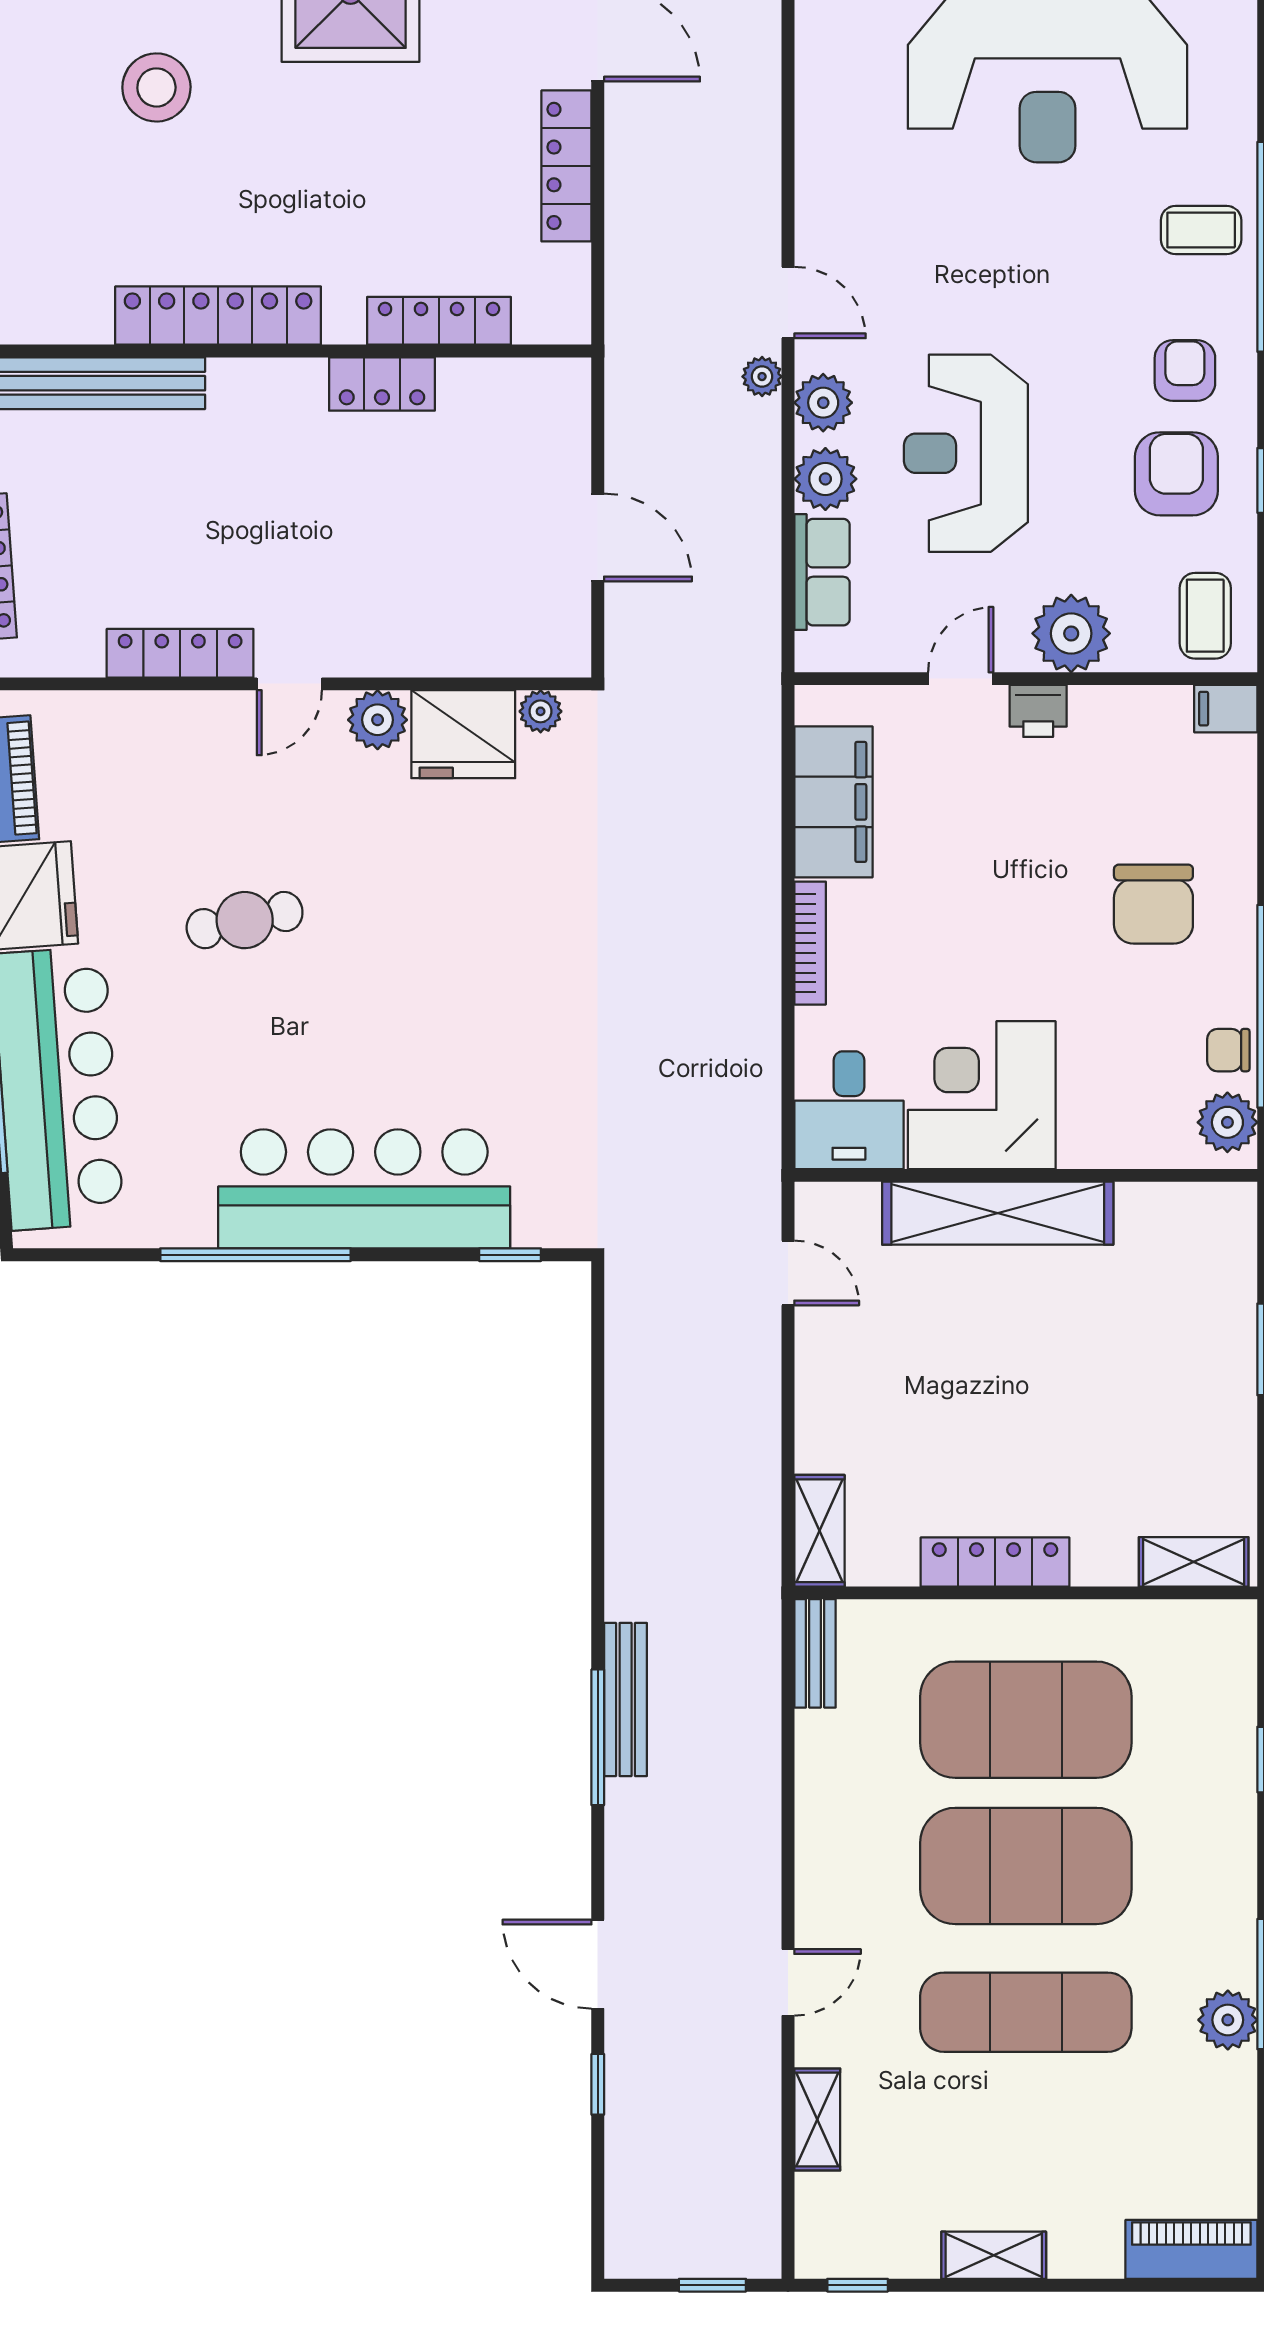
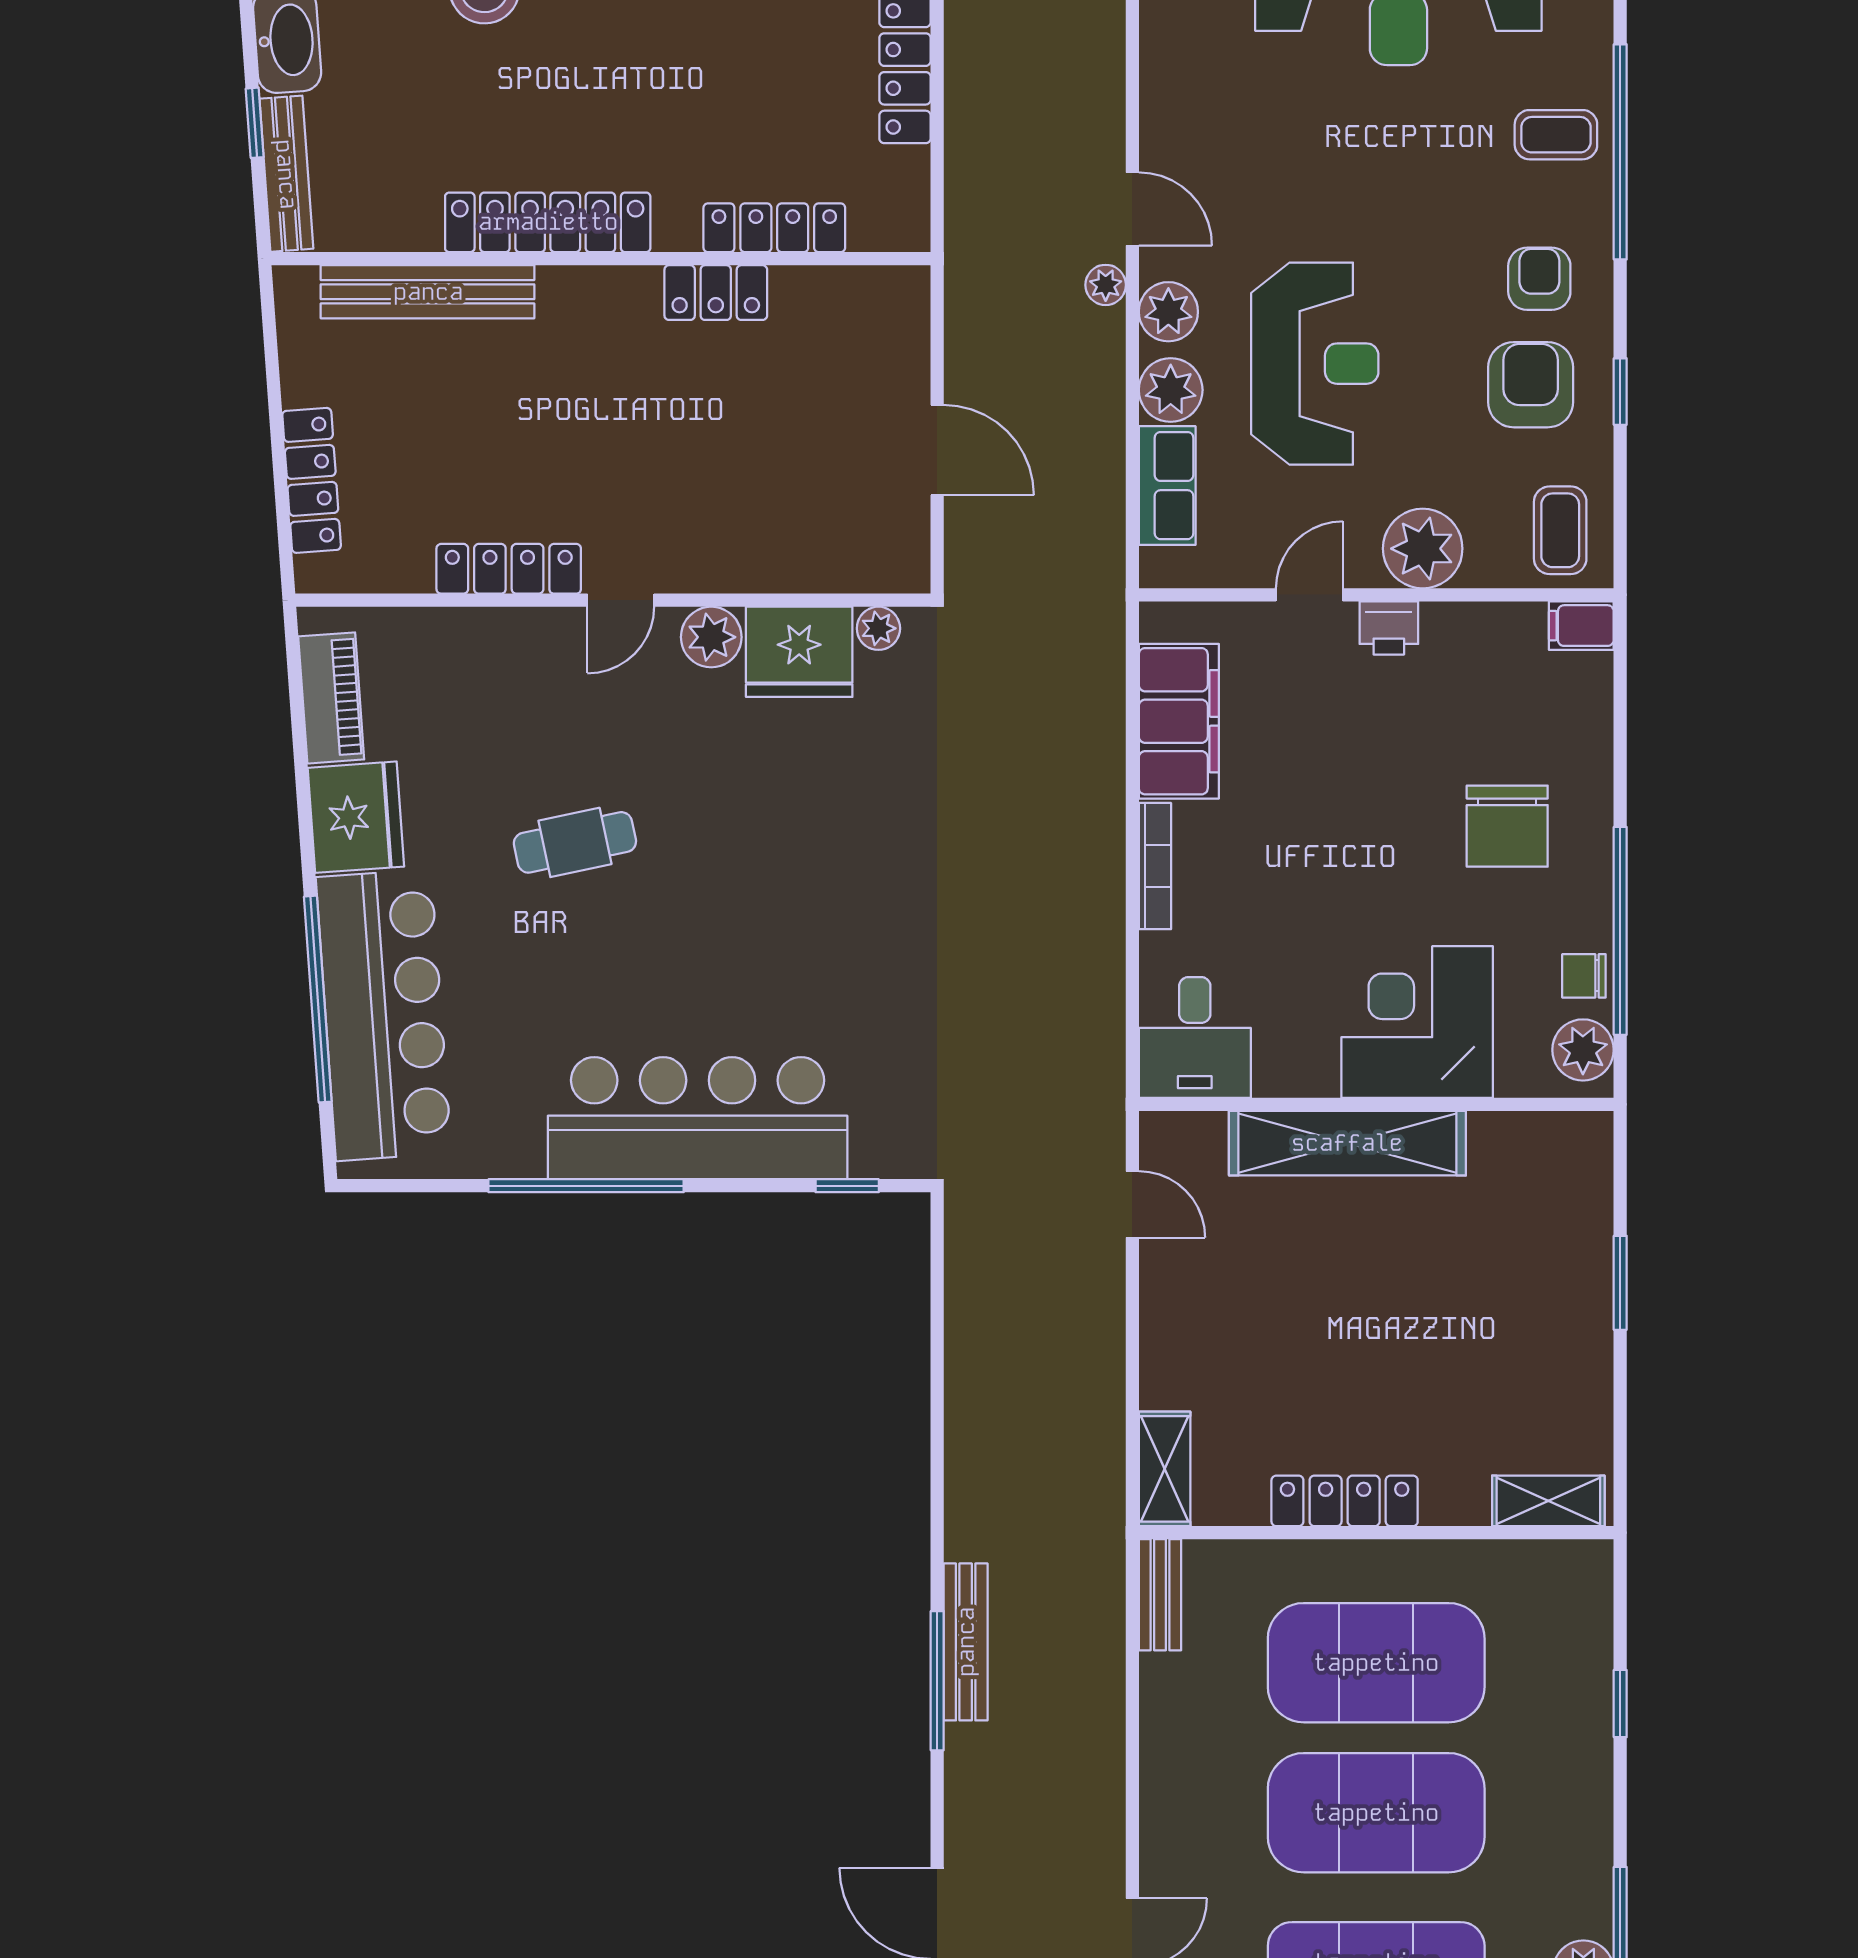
reception desk: (966, 453) -> (1315, 364), turned 180
corner desk: (982, 1095) -> (1417, 1022), moved

